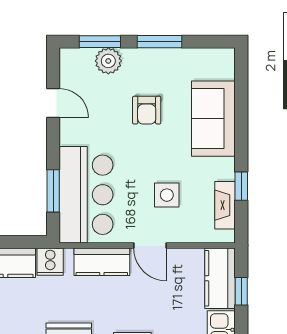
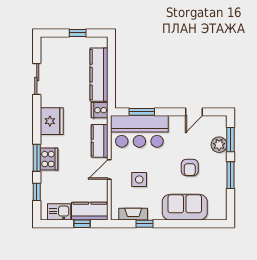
armchair: (147, 110) -> (190, 168), turned -90

